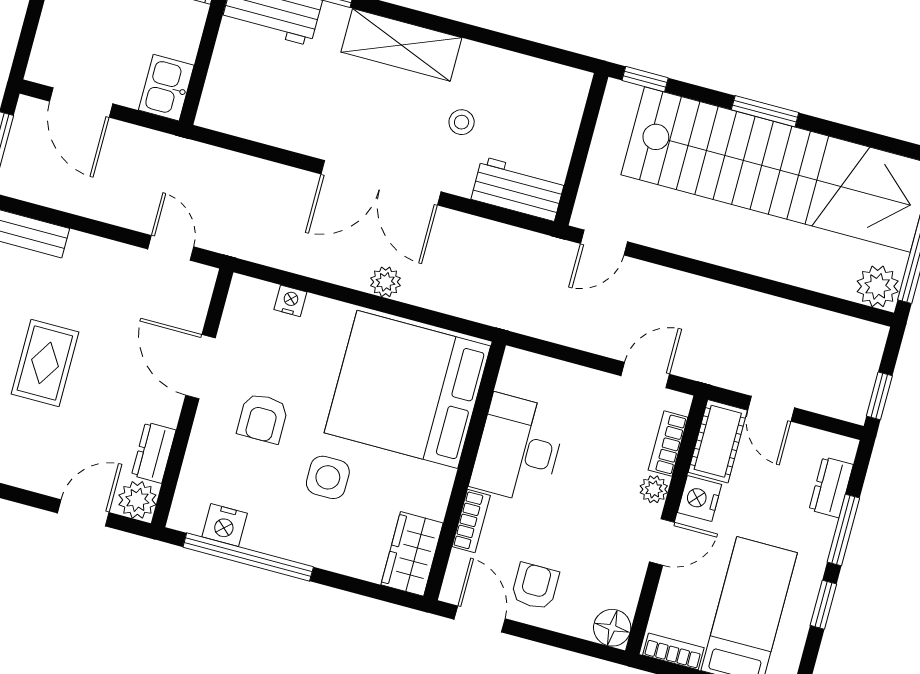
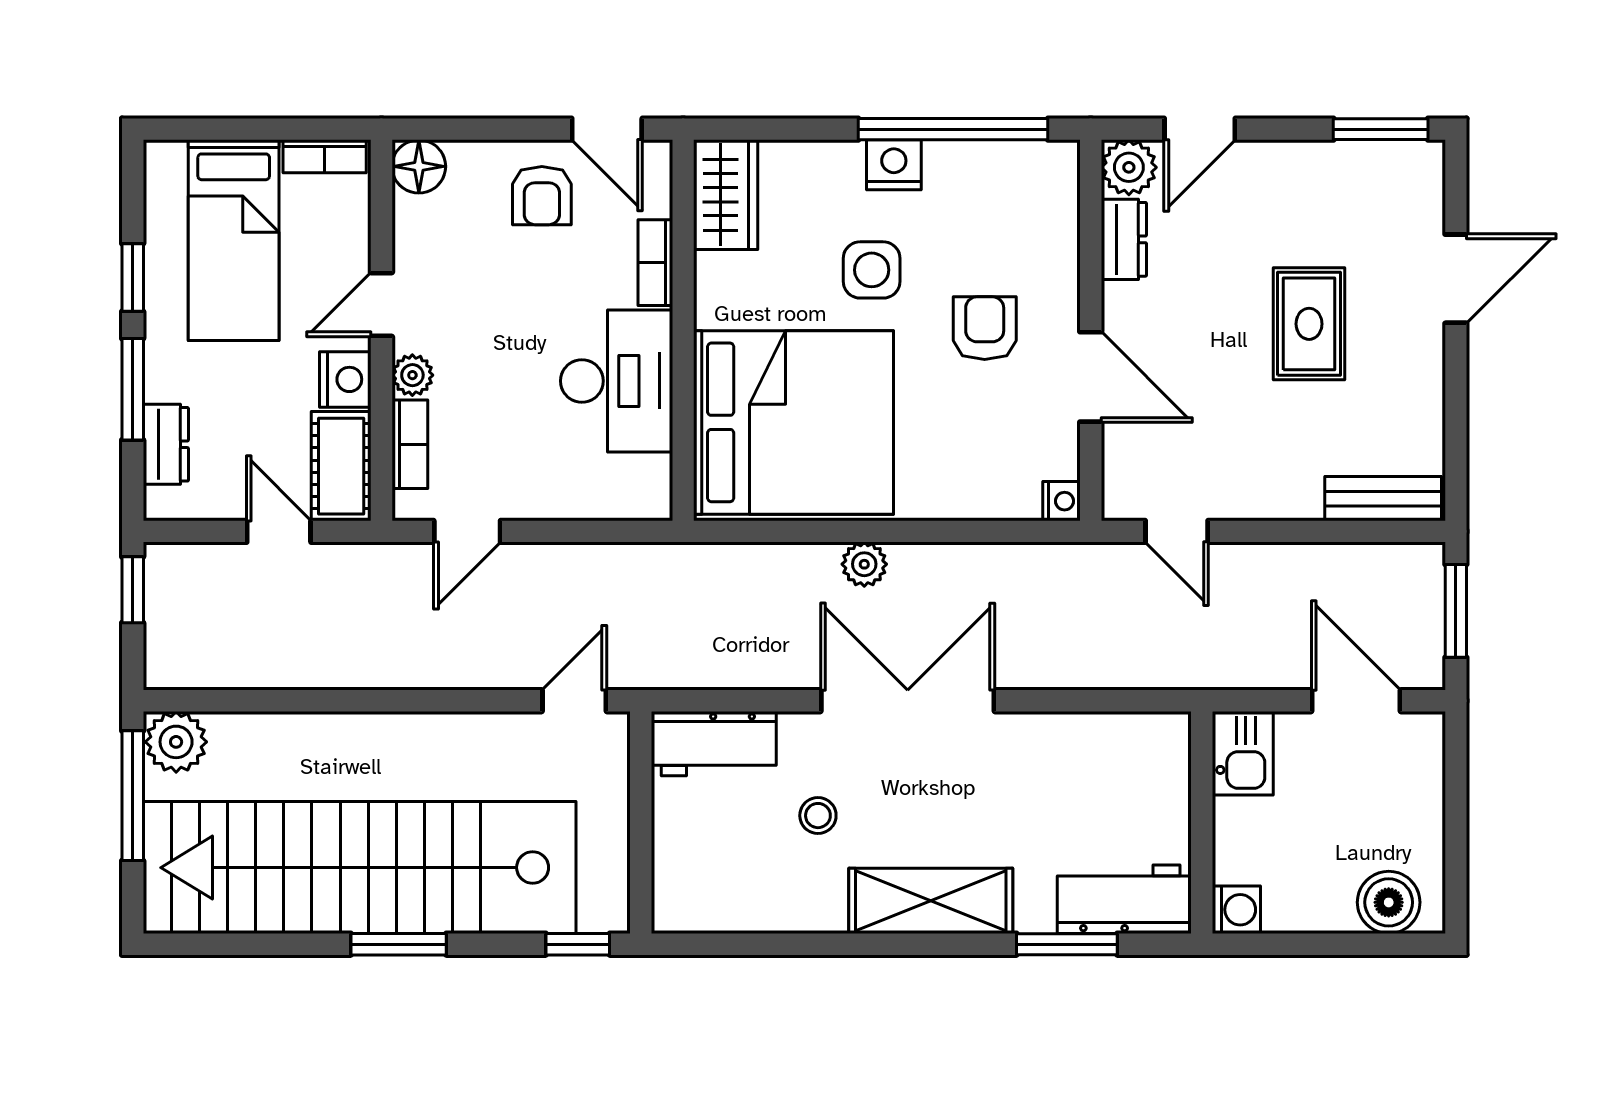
nightstand: (290, 301) -> (1062, 501), moved, turned -90
nightstand: (225, 525) -> (894, 165), moved

